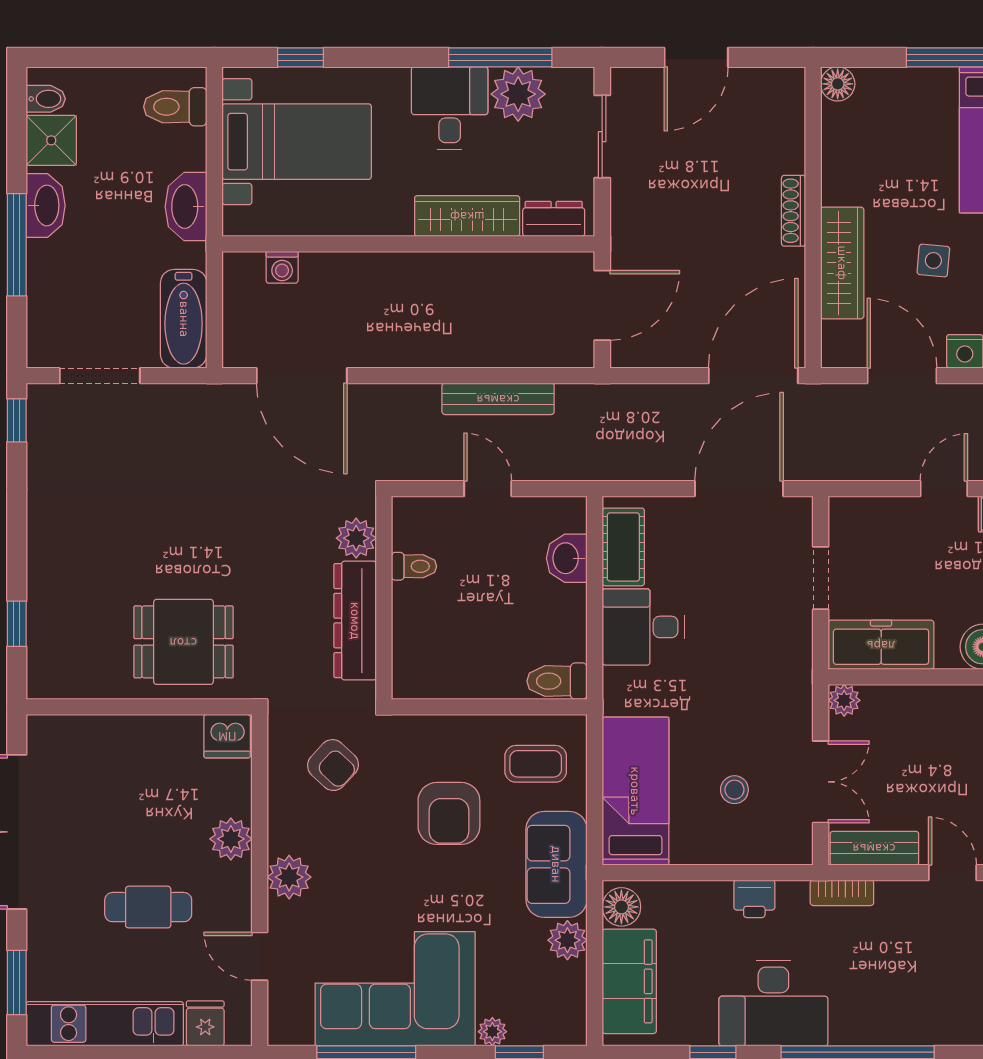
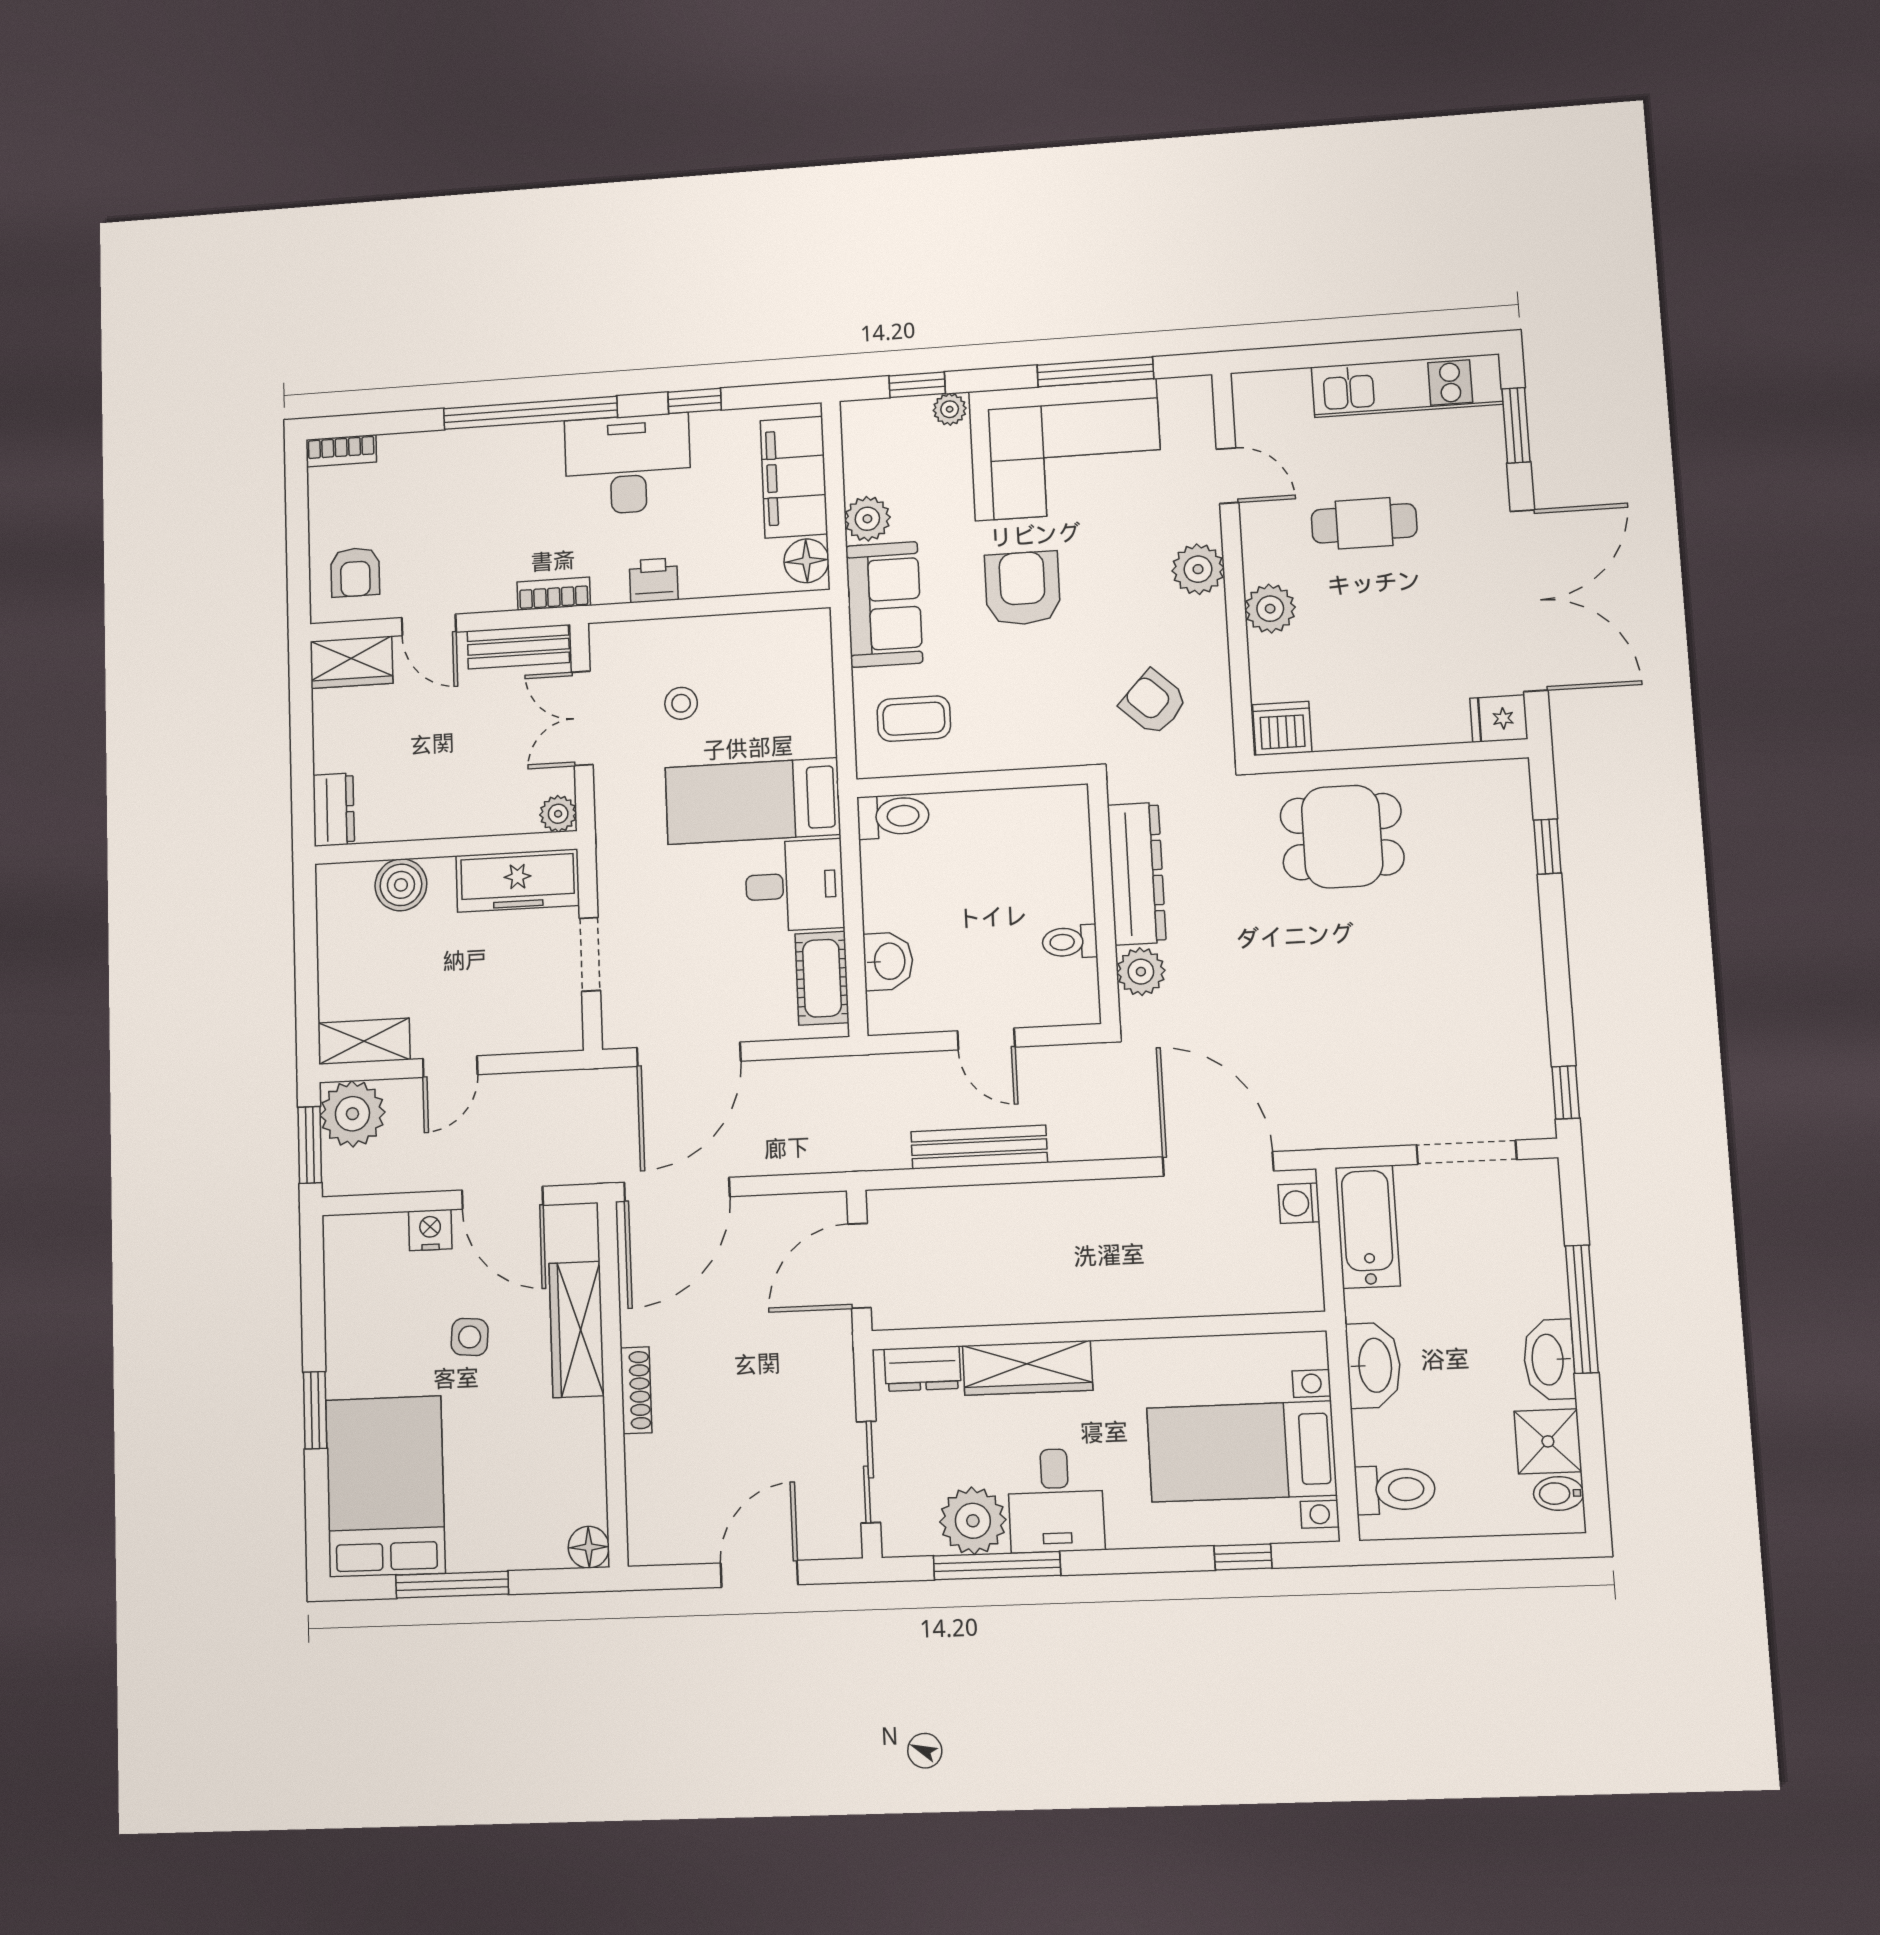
washing machine: (282, 267) -> (1299, 1203), moved, turned -90
bed: (635, 791) -> (753, 801), moved, turned 90
armchair: (449, 813) -> (1022, 588), moved
fridge: (205, 1023) -> (1499, 719), moved, turned 90

